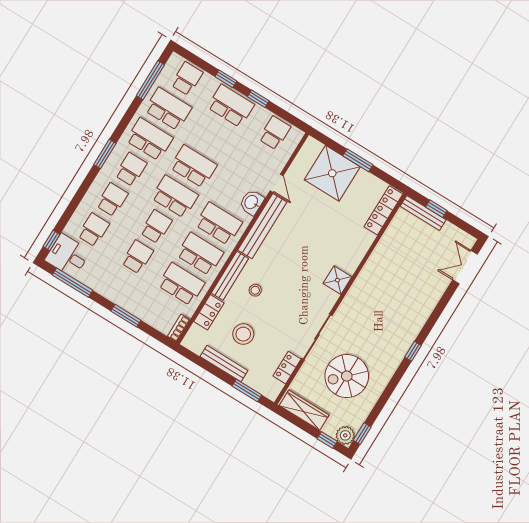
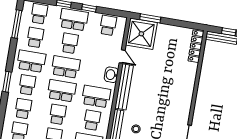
school desk: (168, 109) -> (35, 37), width x0.54
school desk: (212, 136) -> (70, 43), added
window: (358, 160) -> (150, 18), moved
shower: (332, 173) -> (141, 34), moved
school desk: (200, 254) -> (92, 120), width x0.54
shower: (337, 280) -> (185, 102), removed

